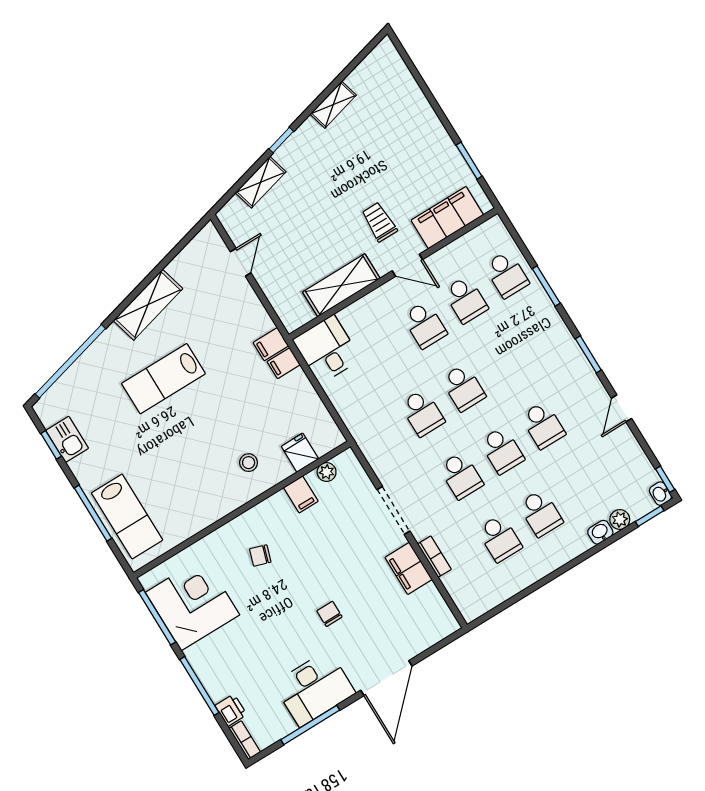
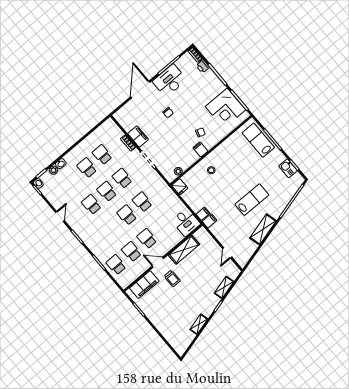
fridge: (300, 453) -> (180, 187), moved
filing cabinet: (301, 494) -> (200, 149), moved

